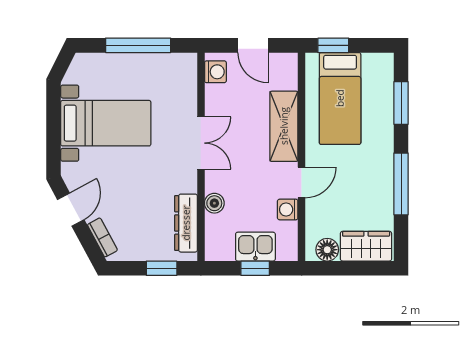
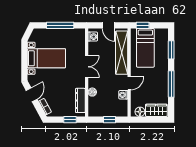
shelving: (284, 126) -> (122, 53), width x1.47
kitchen sink: (255, 247) -> (110, 110), removed

